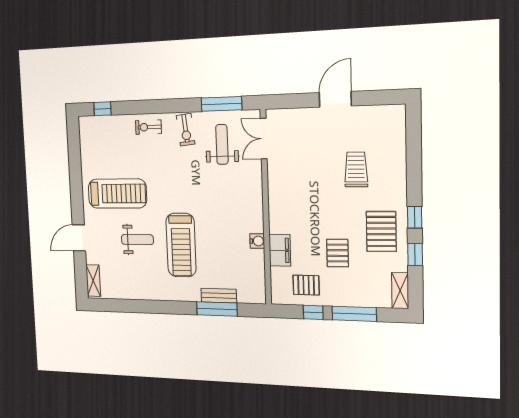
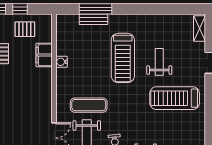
exercise mat: (221, 184) -> (89, 105), added
weight bench: (137, 240) -> (159, 62), turned 90
treadmill: (181, 245) -> (123, 58), turned 180

